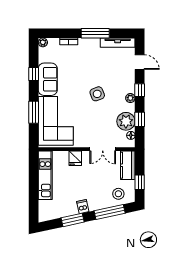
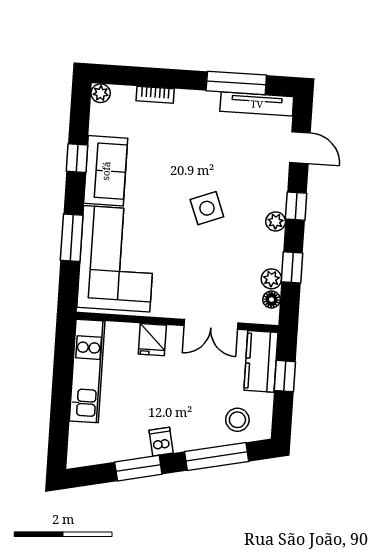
window: (95, 33) -> (236, 83), moved
plant: (126, 121) -> (271, 279), width x0.53, depth x0.53
window: (140, 182) -> (285, 376), moved

